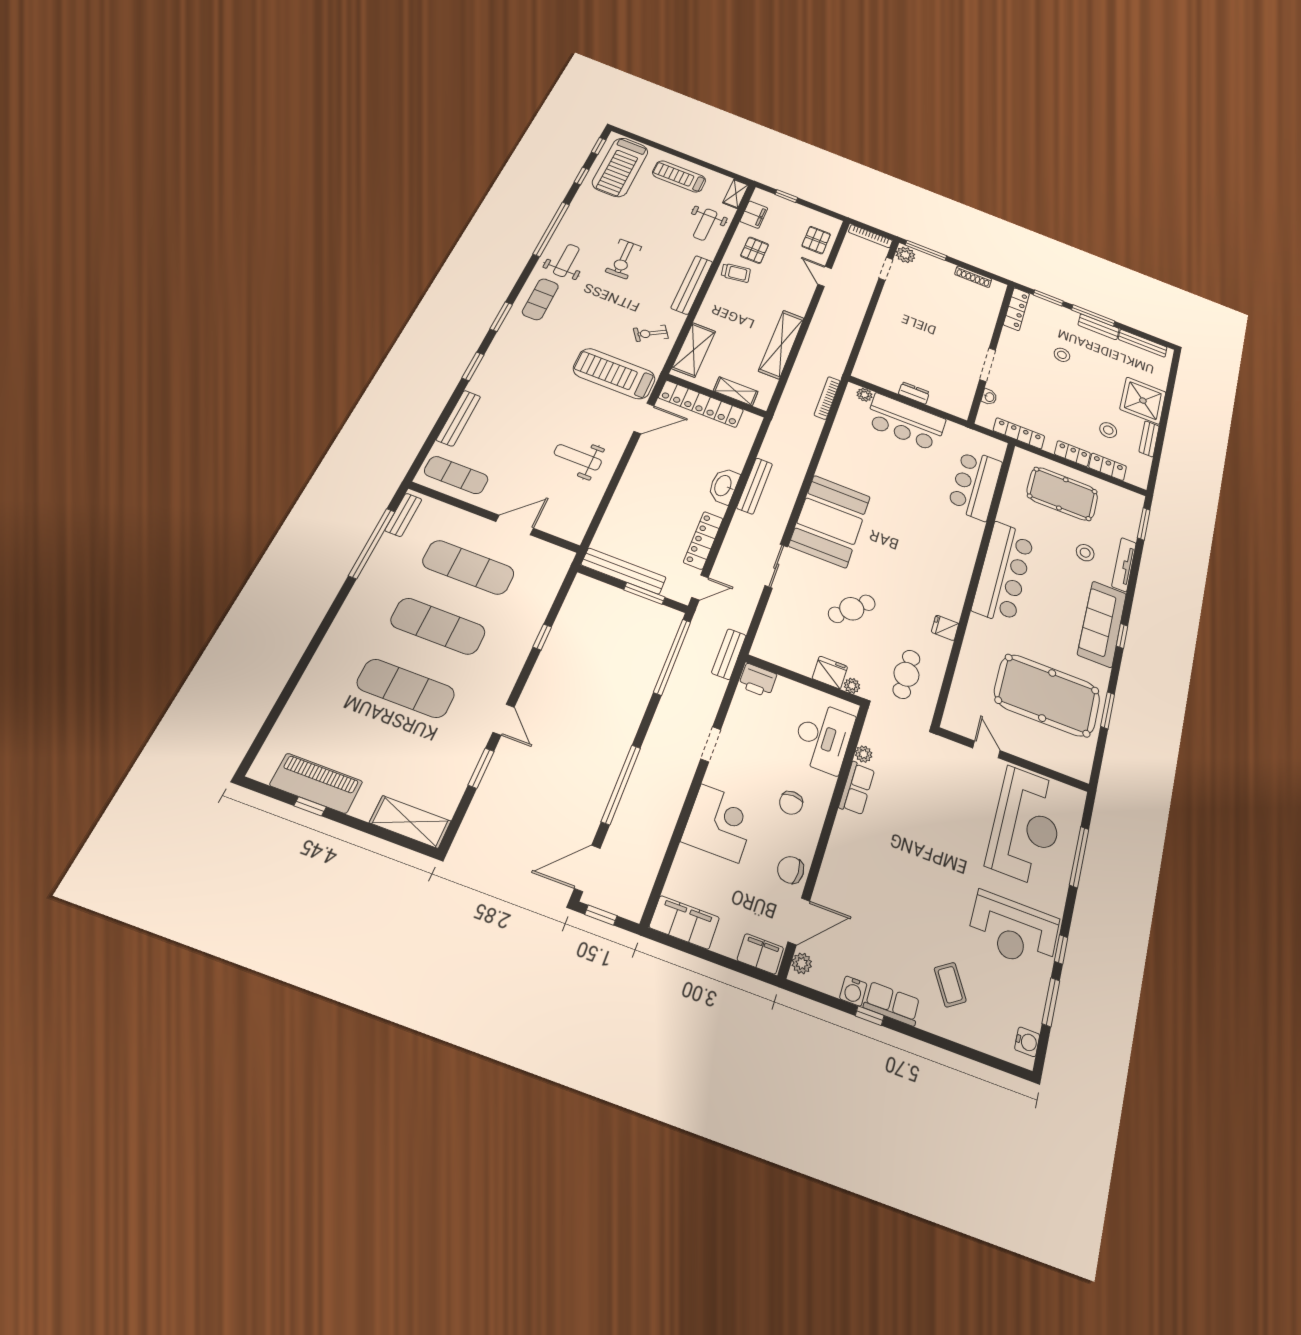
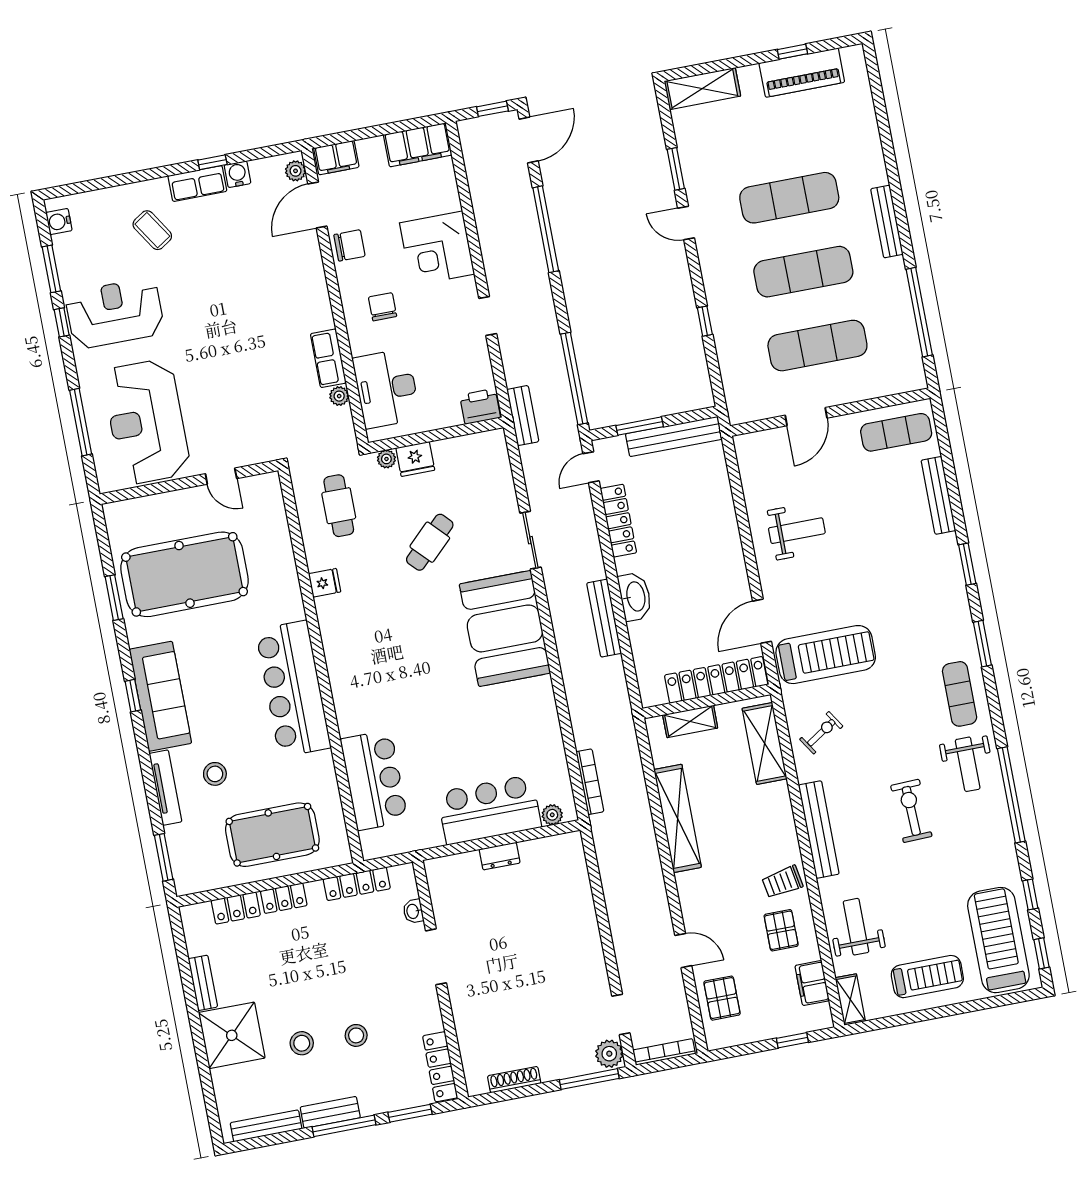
stool: (1108, 430) -> (302, 1043), moved
bench: (403, 515) -> (887, 222), moved, width x1.36

